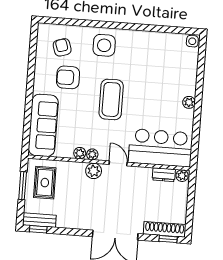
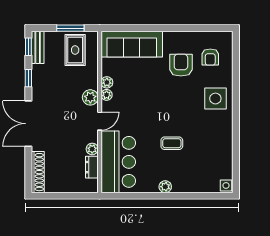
armchair: (62, 47) -> (210, 57), turned 108
coffee table: (111, 99) -> (172, 143), moved, width x0.54, depth x0.58
plant: (182, 176) -> (92, 149), moved
rug: (45, 183) -> (75, 50), turned 90
window: (168, 239) -> (28, 78), moved

